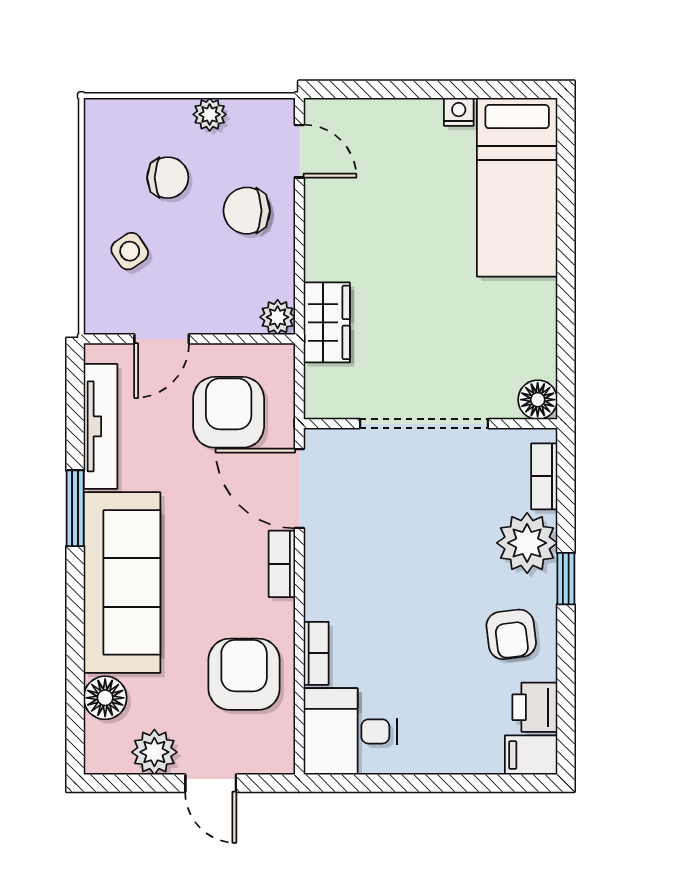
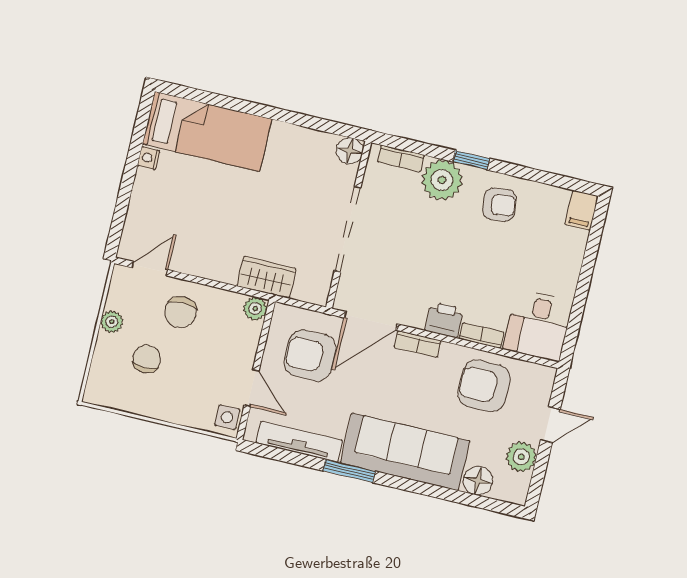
side table: (130, 251) -> (227, 417), moved, turned 34
printer: (535, 707) -> (444, 320), moved, turned 180

